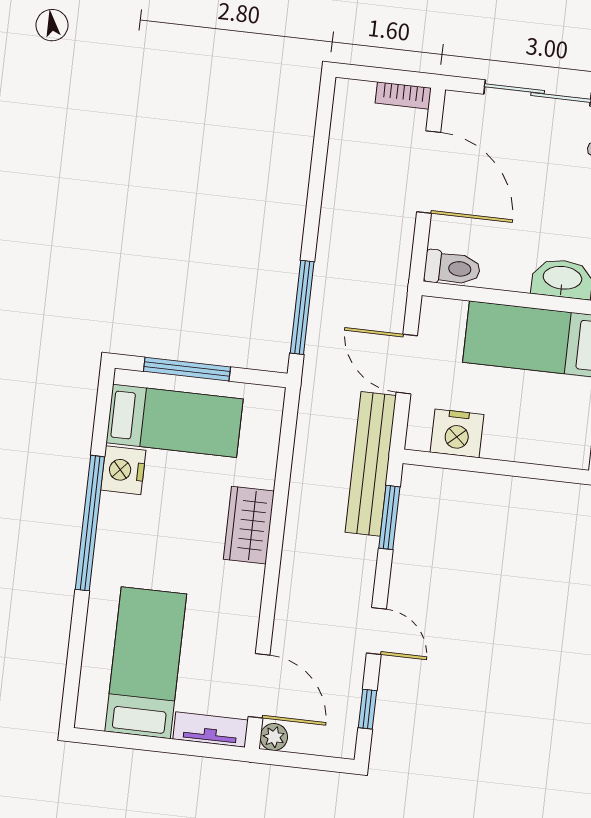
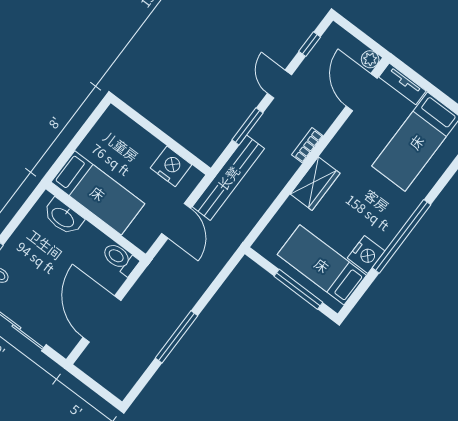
bookcase: (403, 96) -> (307, 145), moved, turned -90
window: (302, 307) -> (177, 337), moved
window: (389, 517) -> (247, 126), moved

